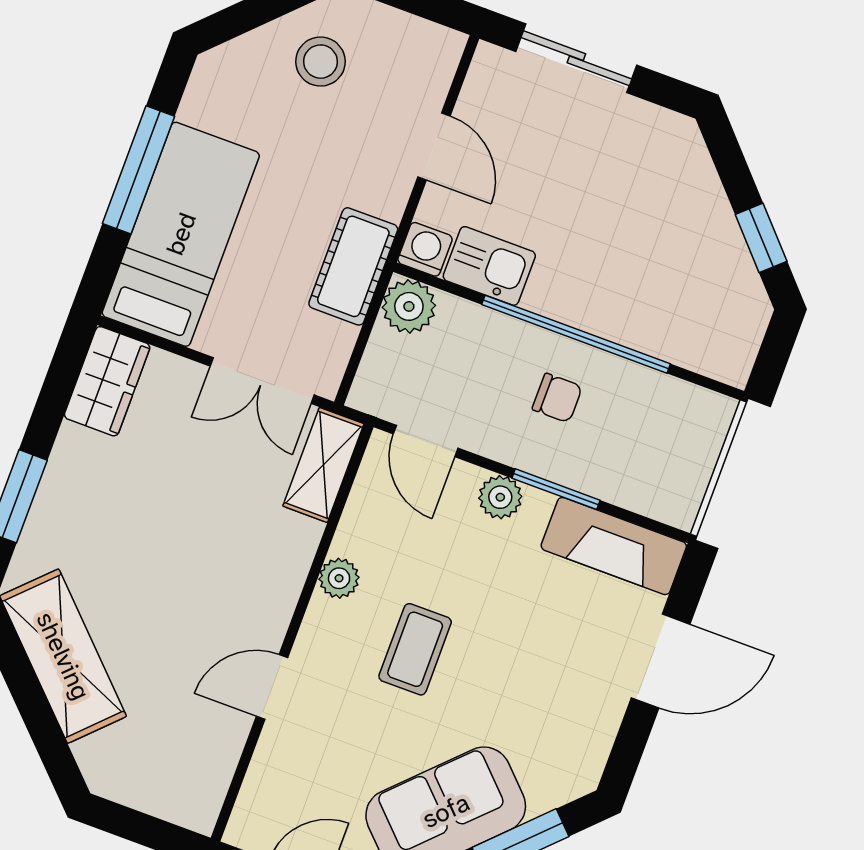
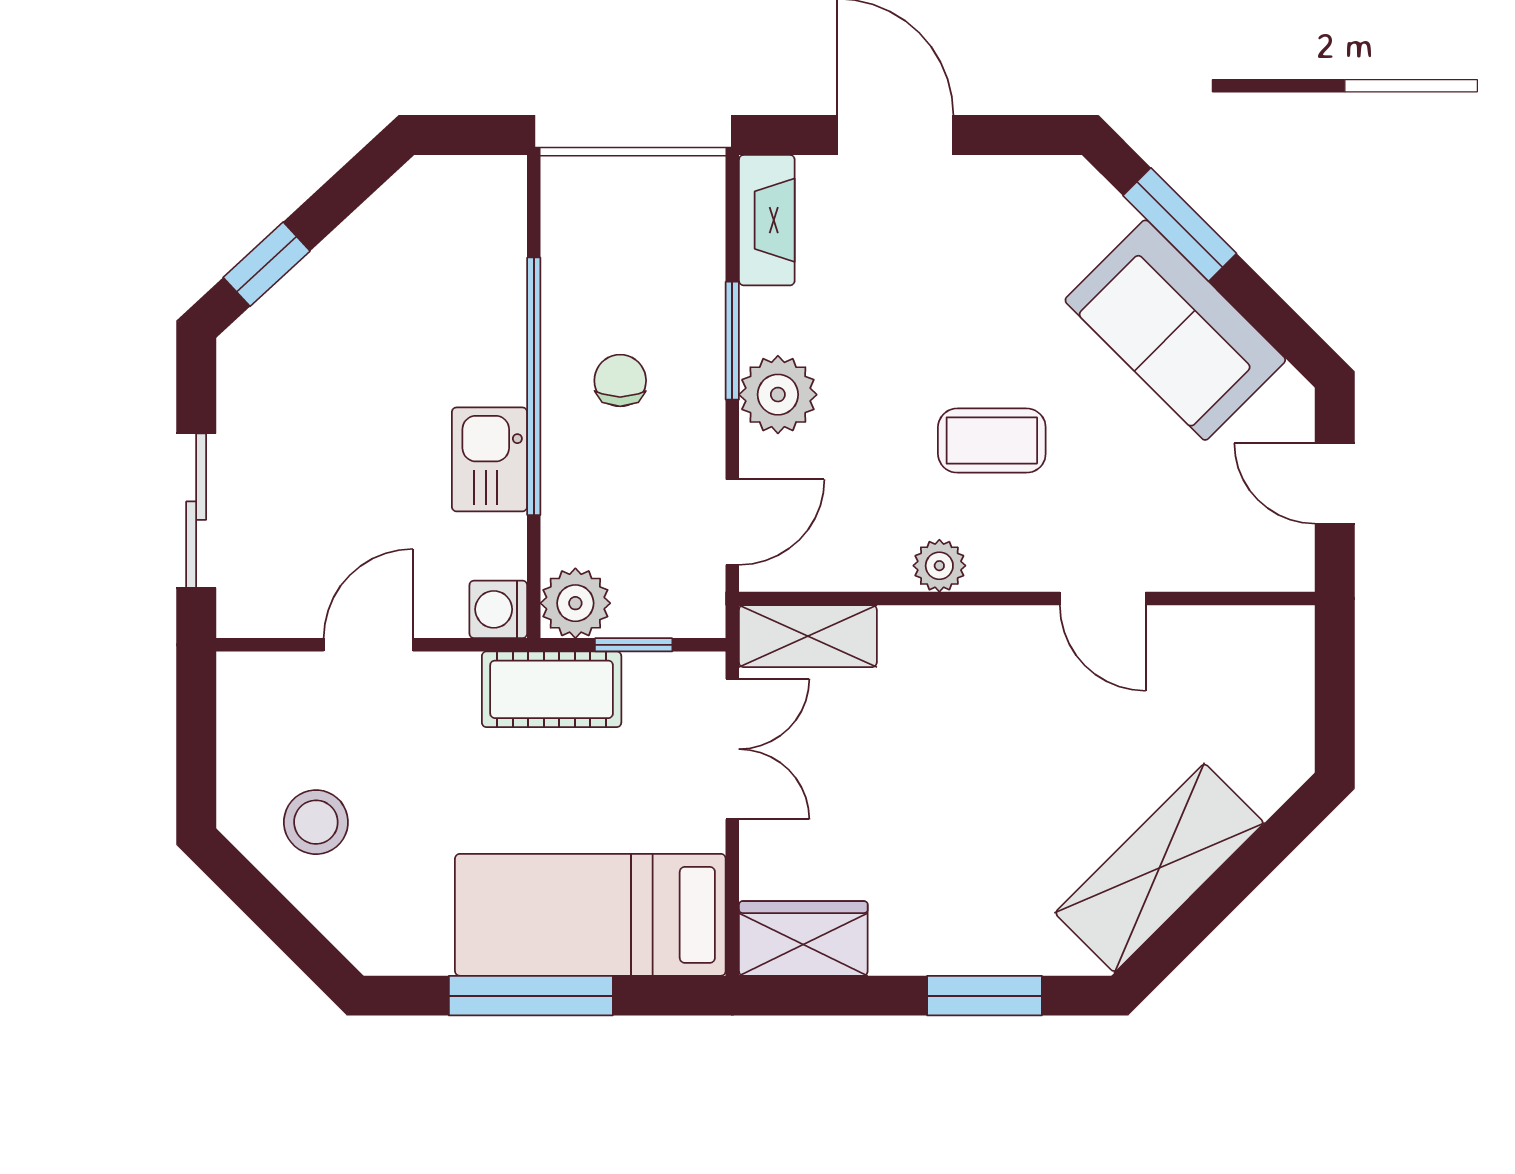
window: (761, 238) -> (267, 264), moved
kitchen sink: (489, 266) -> (489, 459), moved
window: (363, 337) -> (634, 645), added
plant: (500, 497) -> (778, 395), width x1.38, depth x1.38
fireplace: (614, 546) -> (767, 220), width x0.73, depth x0.76

